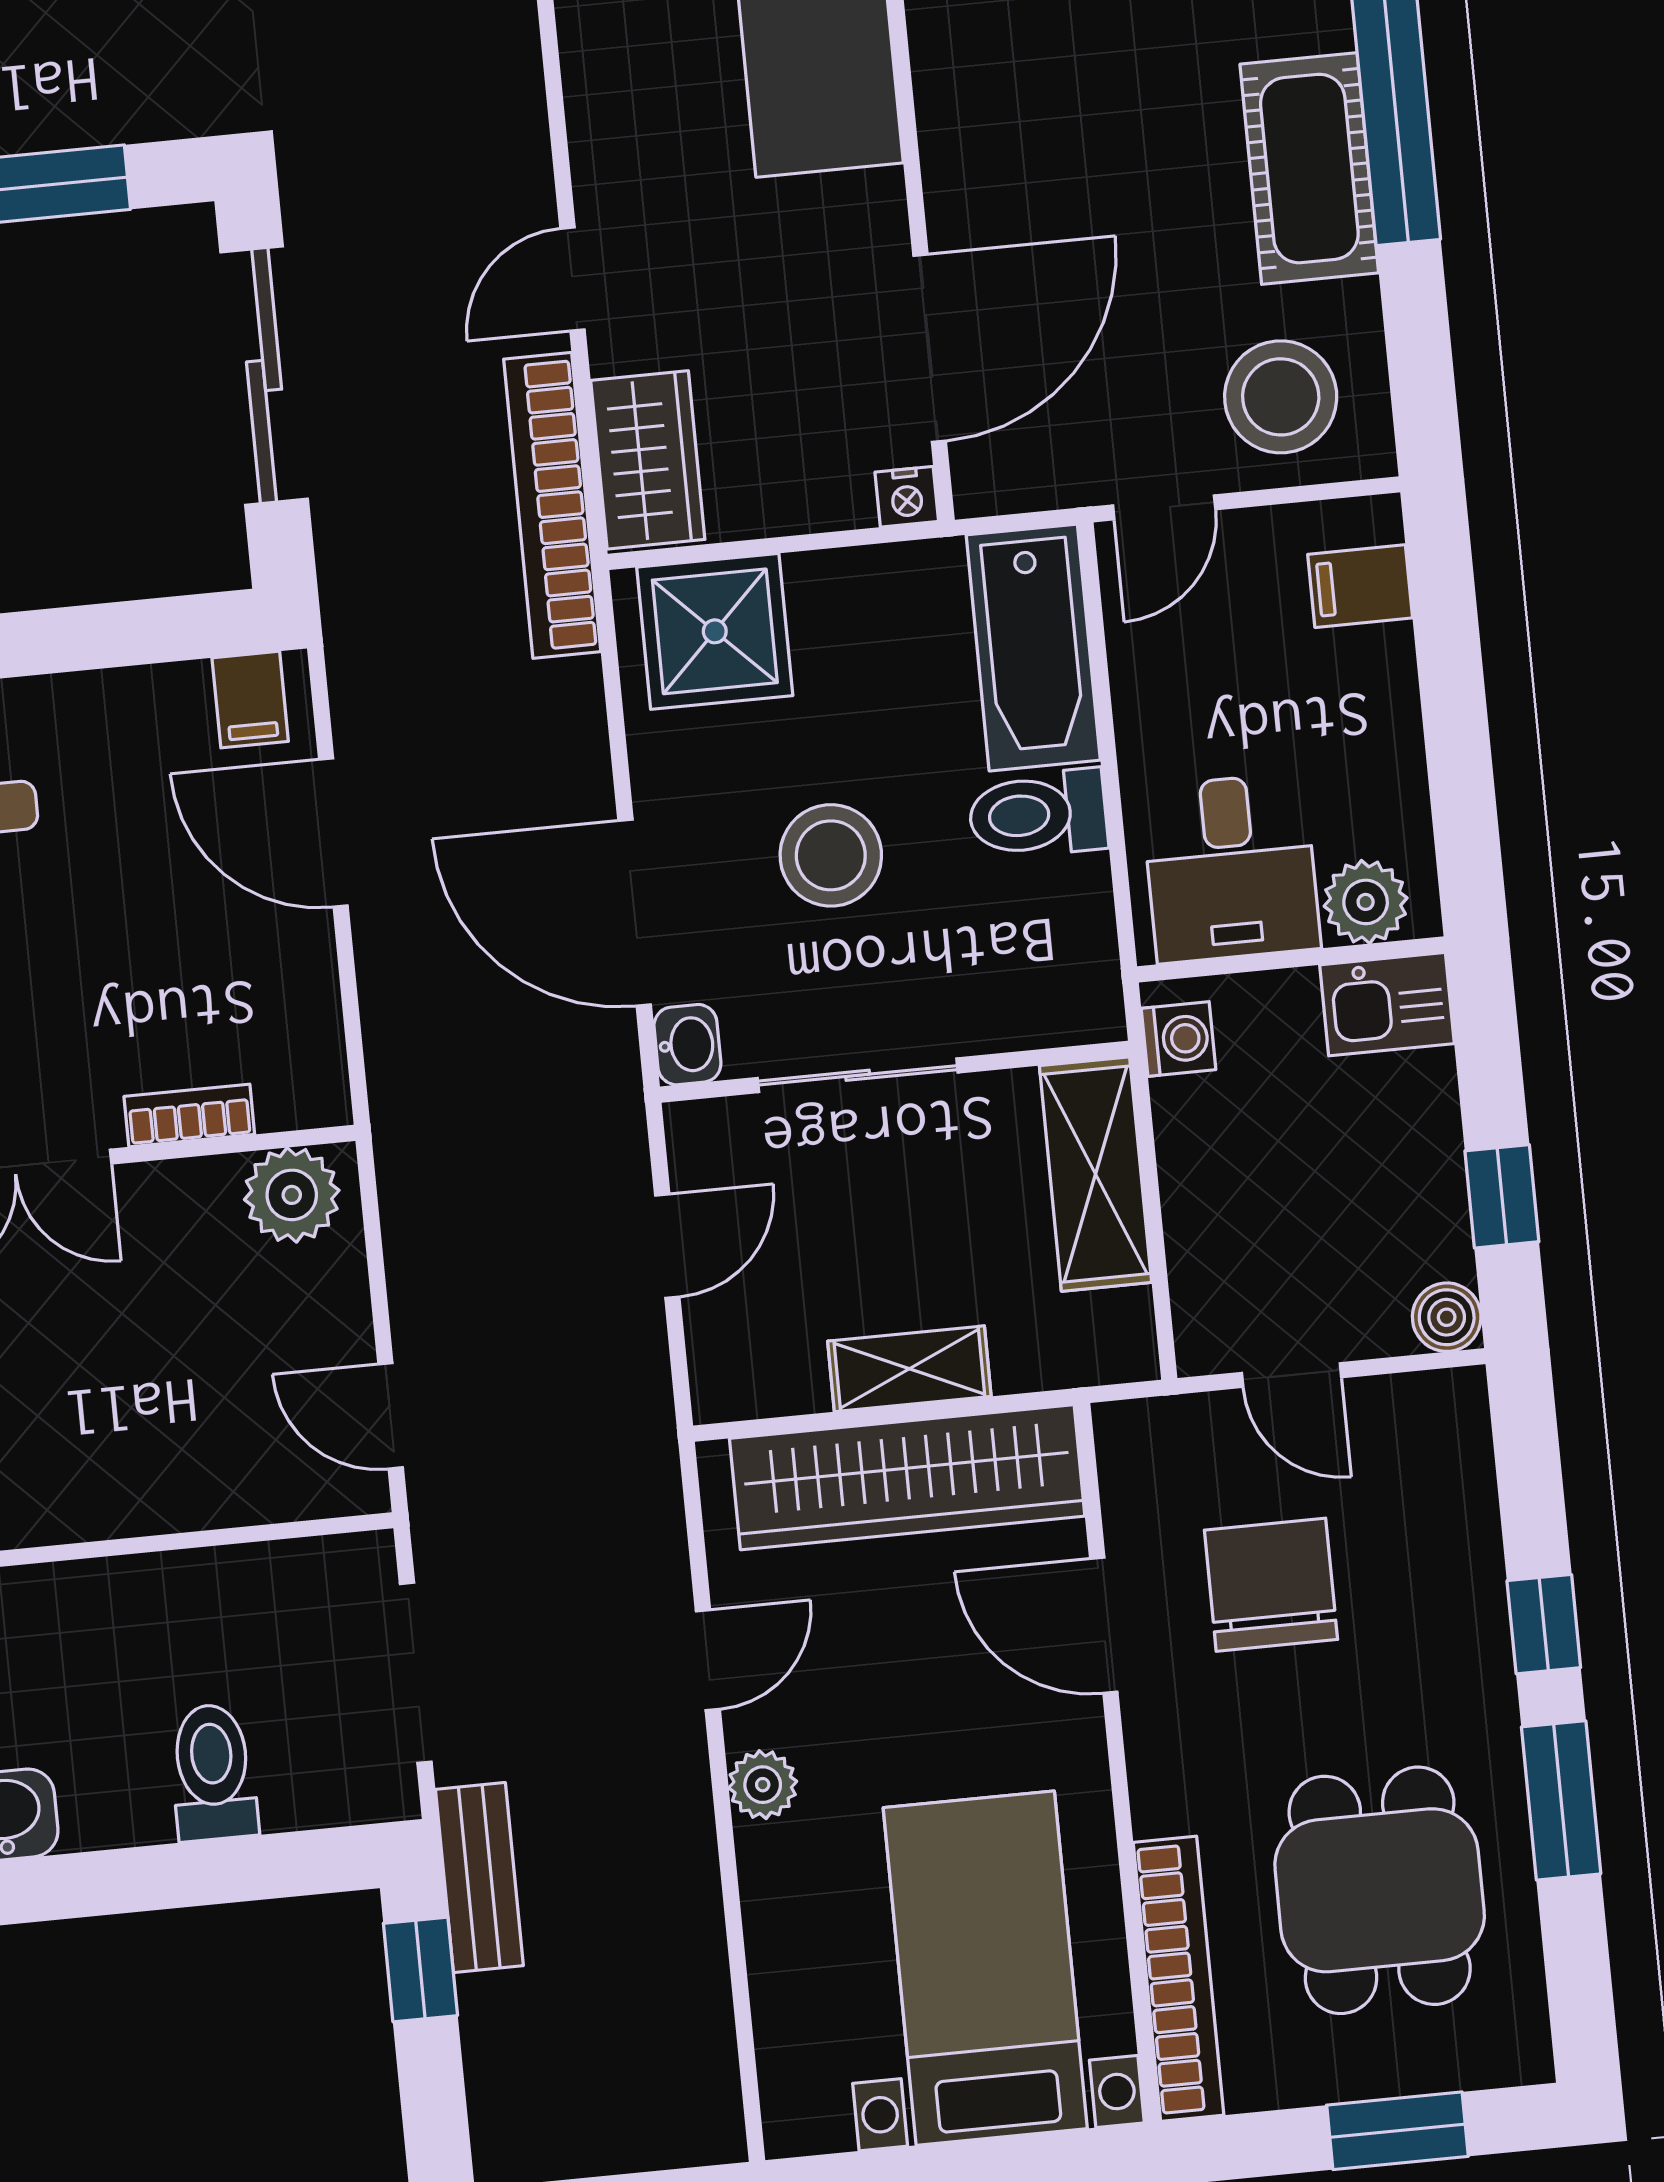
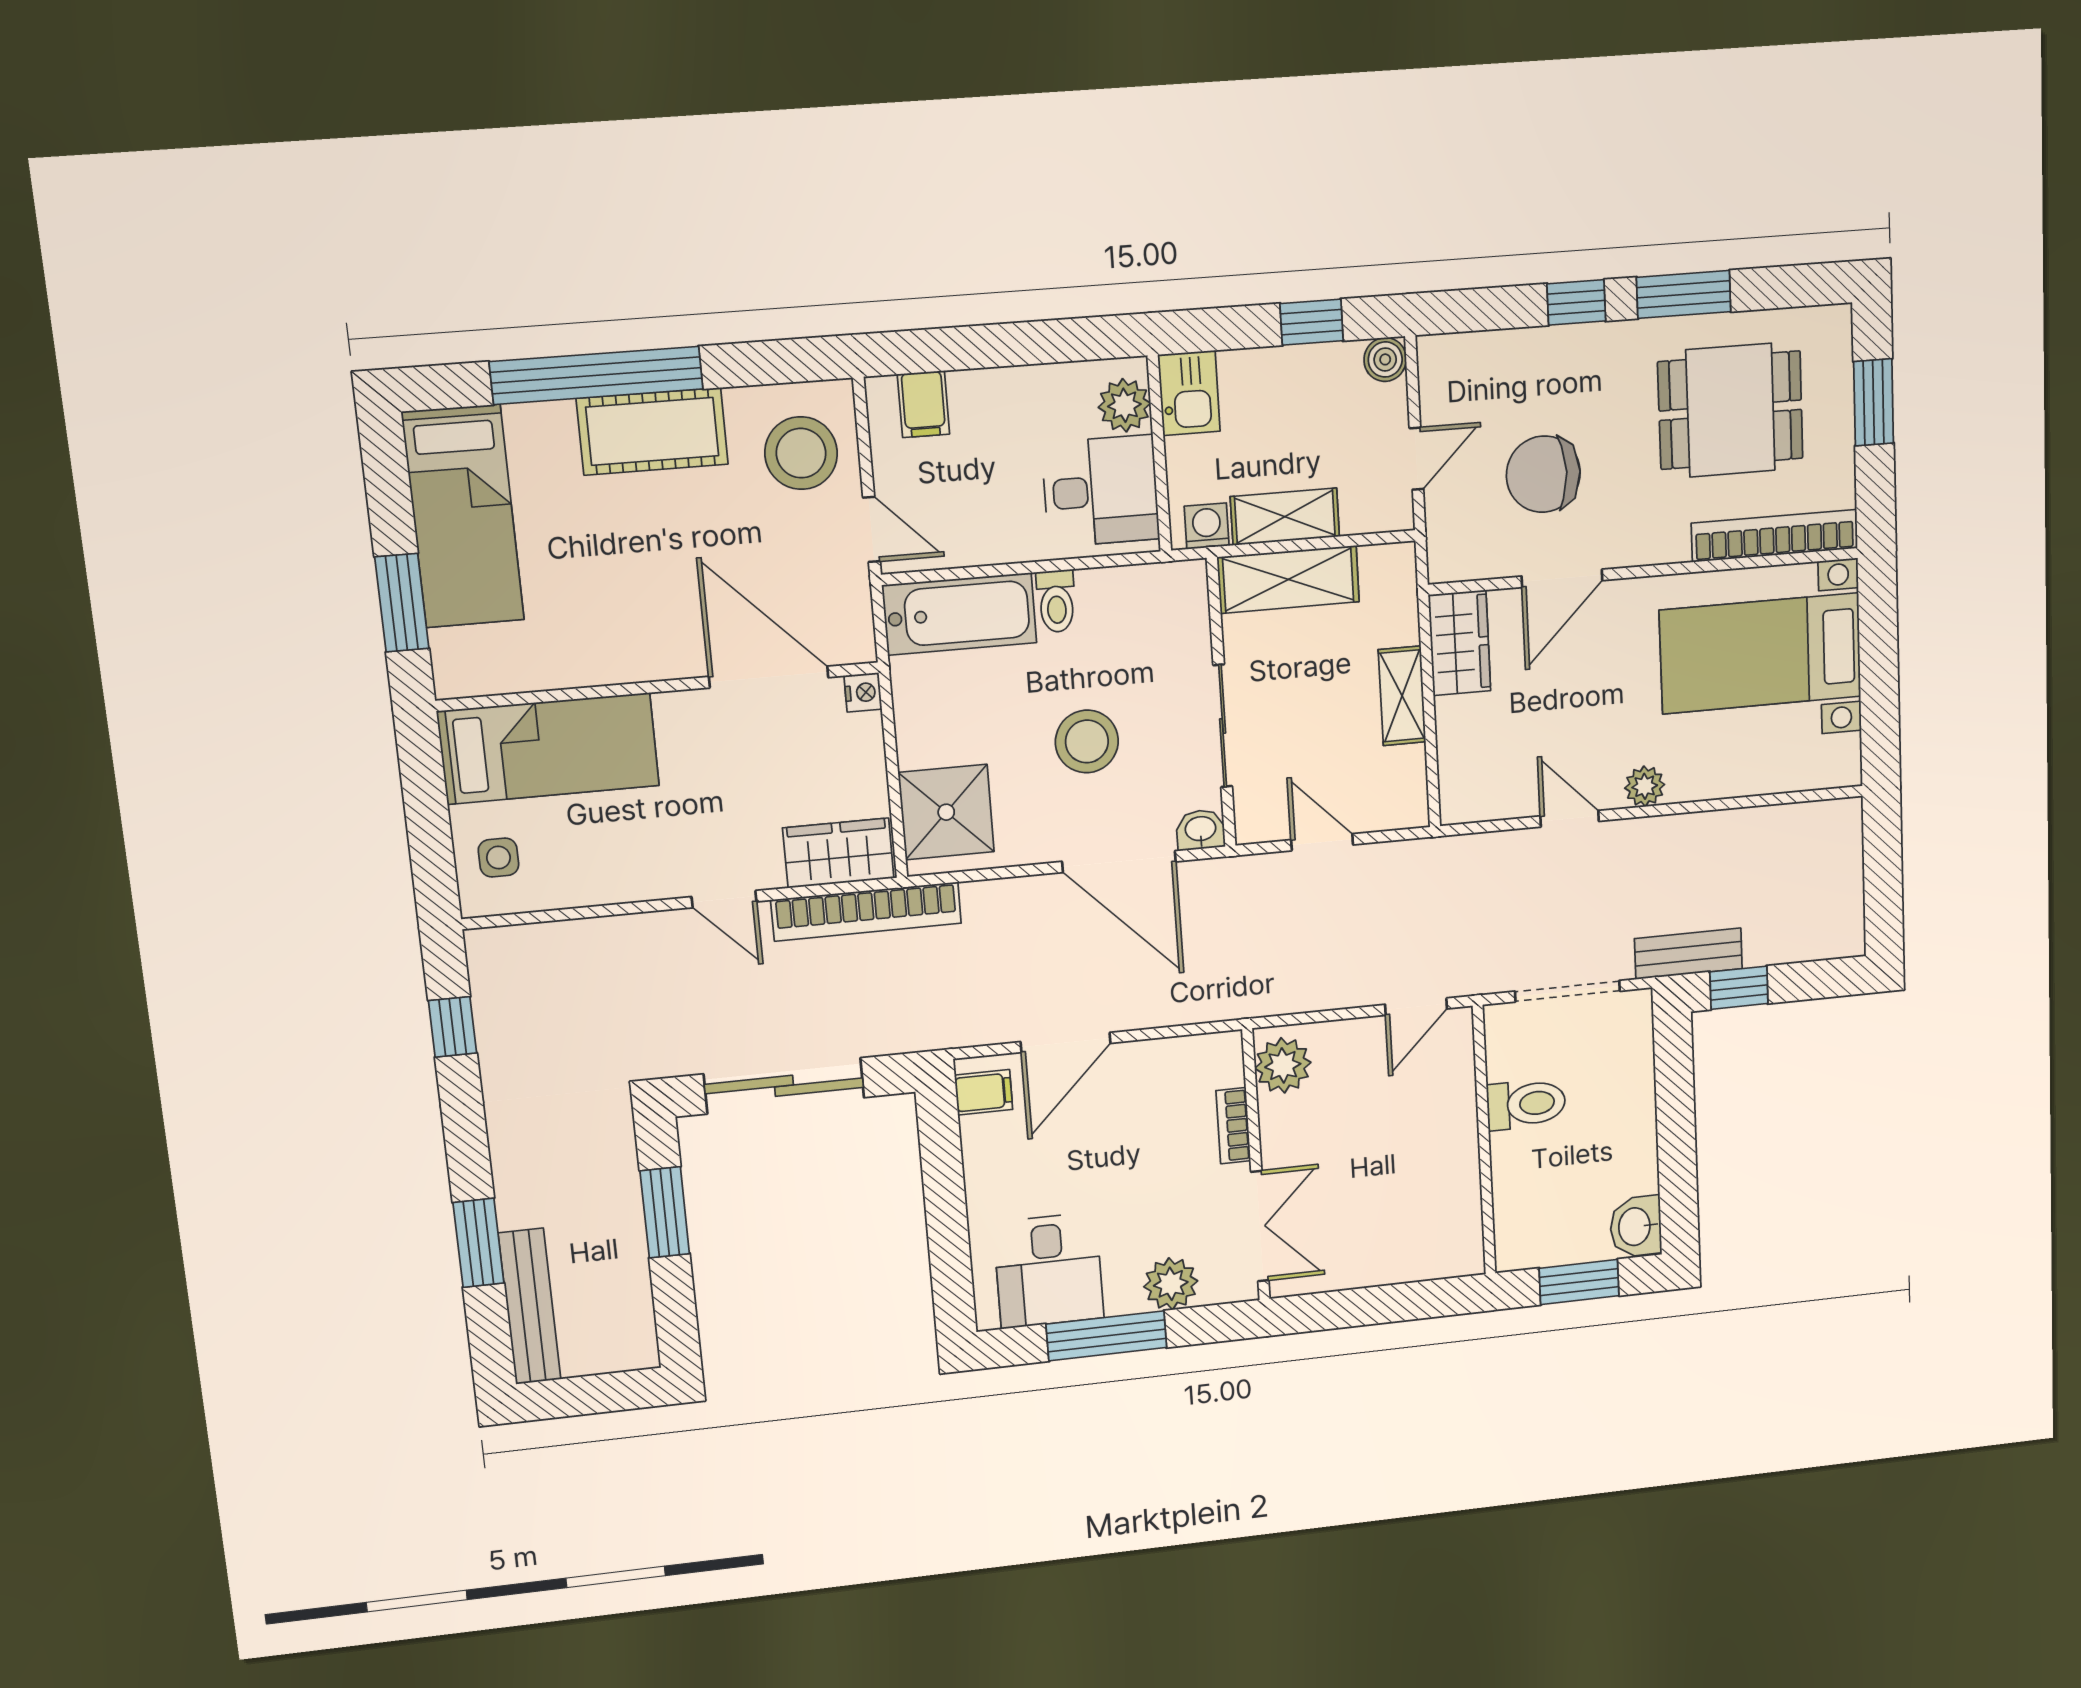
toilet: (1038, 814) -> (1056, 601), width x0.73, depth x0.72
door: (635, 913) -> (1119, 862), hinge flipped
shelving: (1196, 1165) -> (1285, 517), added
wardrobe: (907, 1477) -> (1460, 643), width x0.48, depth x0.85
toilet: (213, 1772) -> (1526, 1104), moved, turned 180

